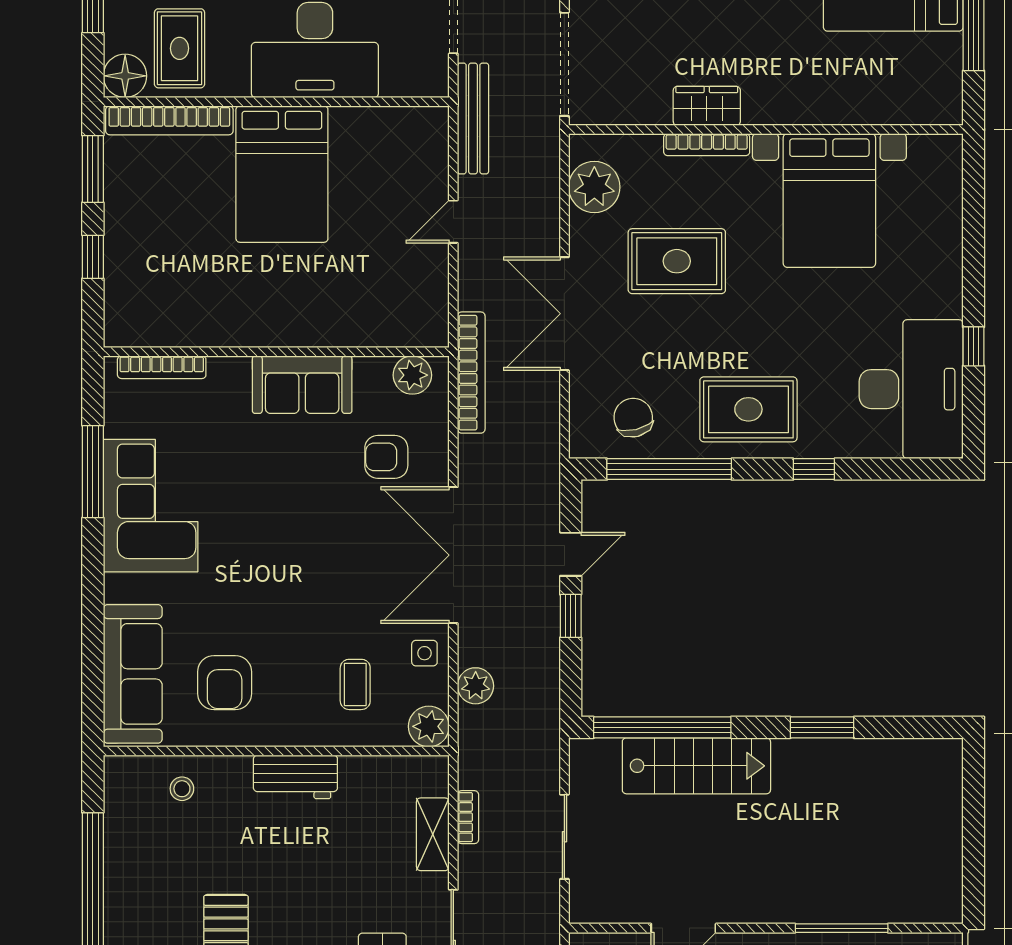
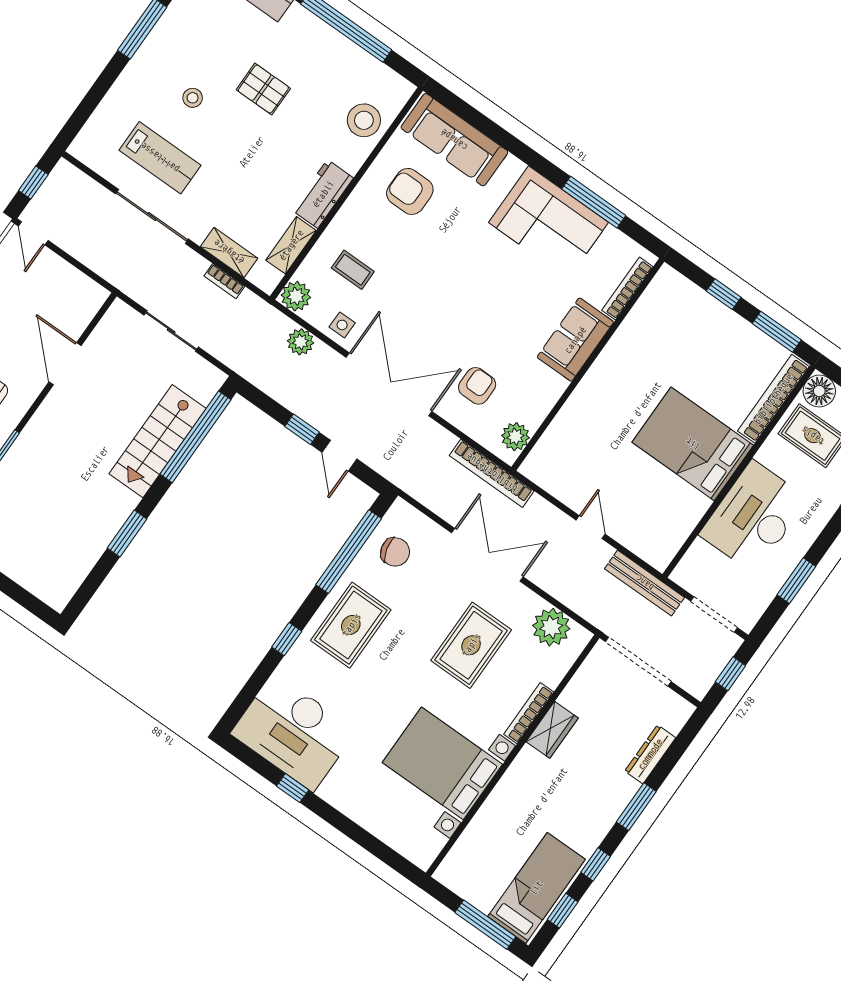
sofa: (302, 385) -> (575, 340), moved
shelving: (377, 772) -> (291, 245), added
stool: (182, 789) -> (364, 120), width x1.89, depth x1.89

